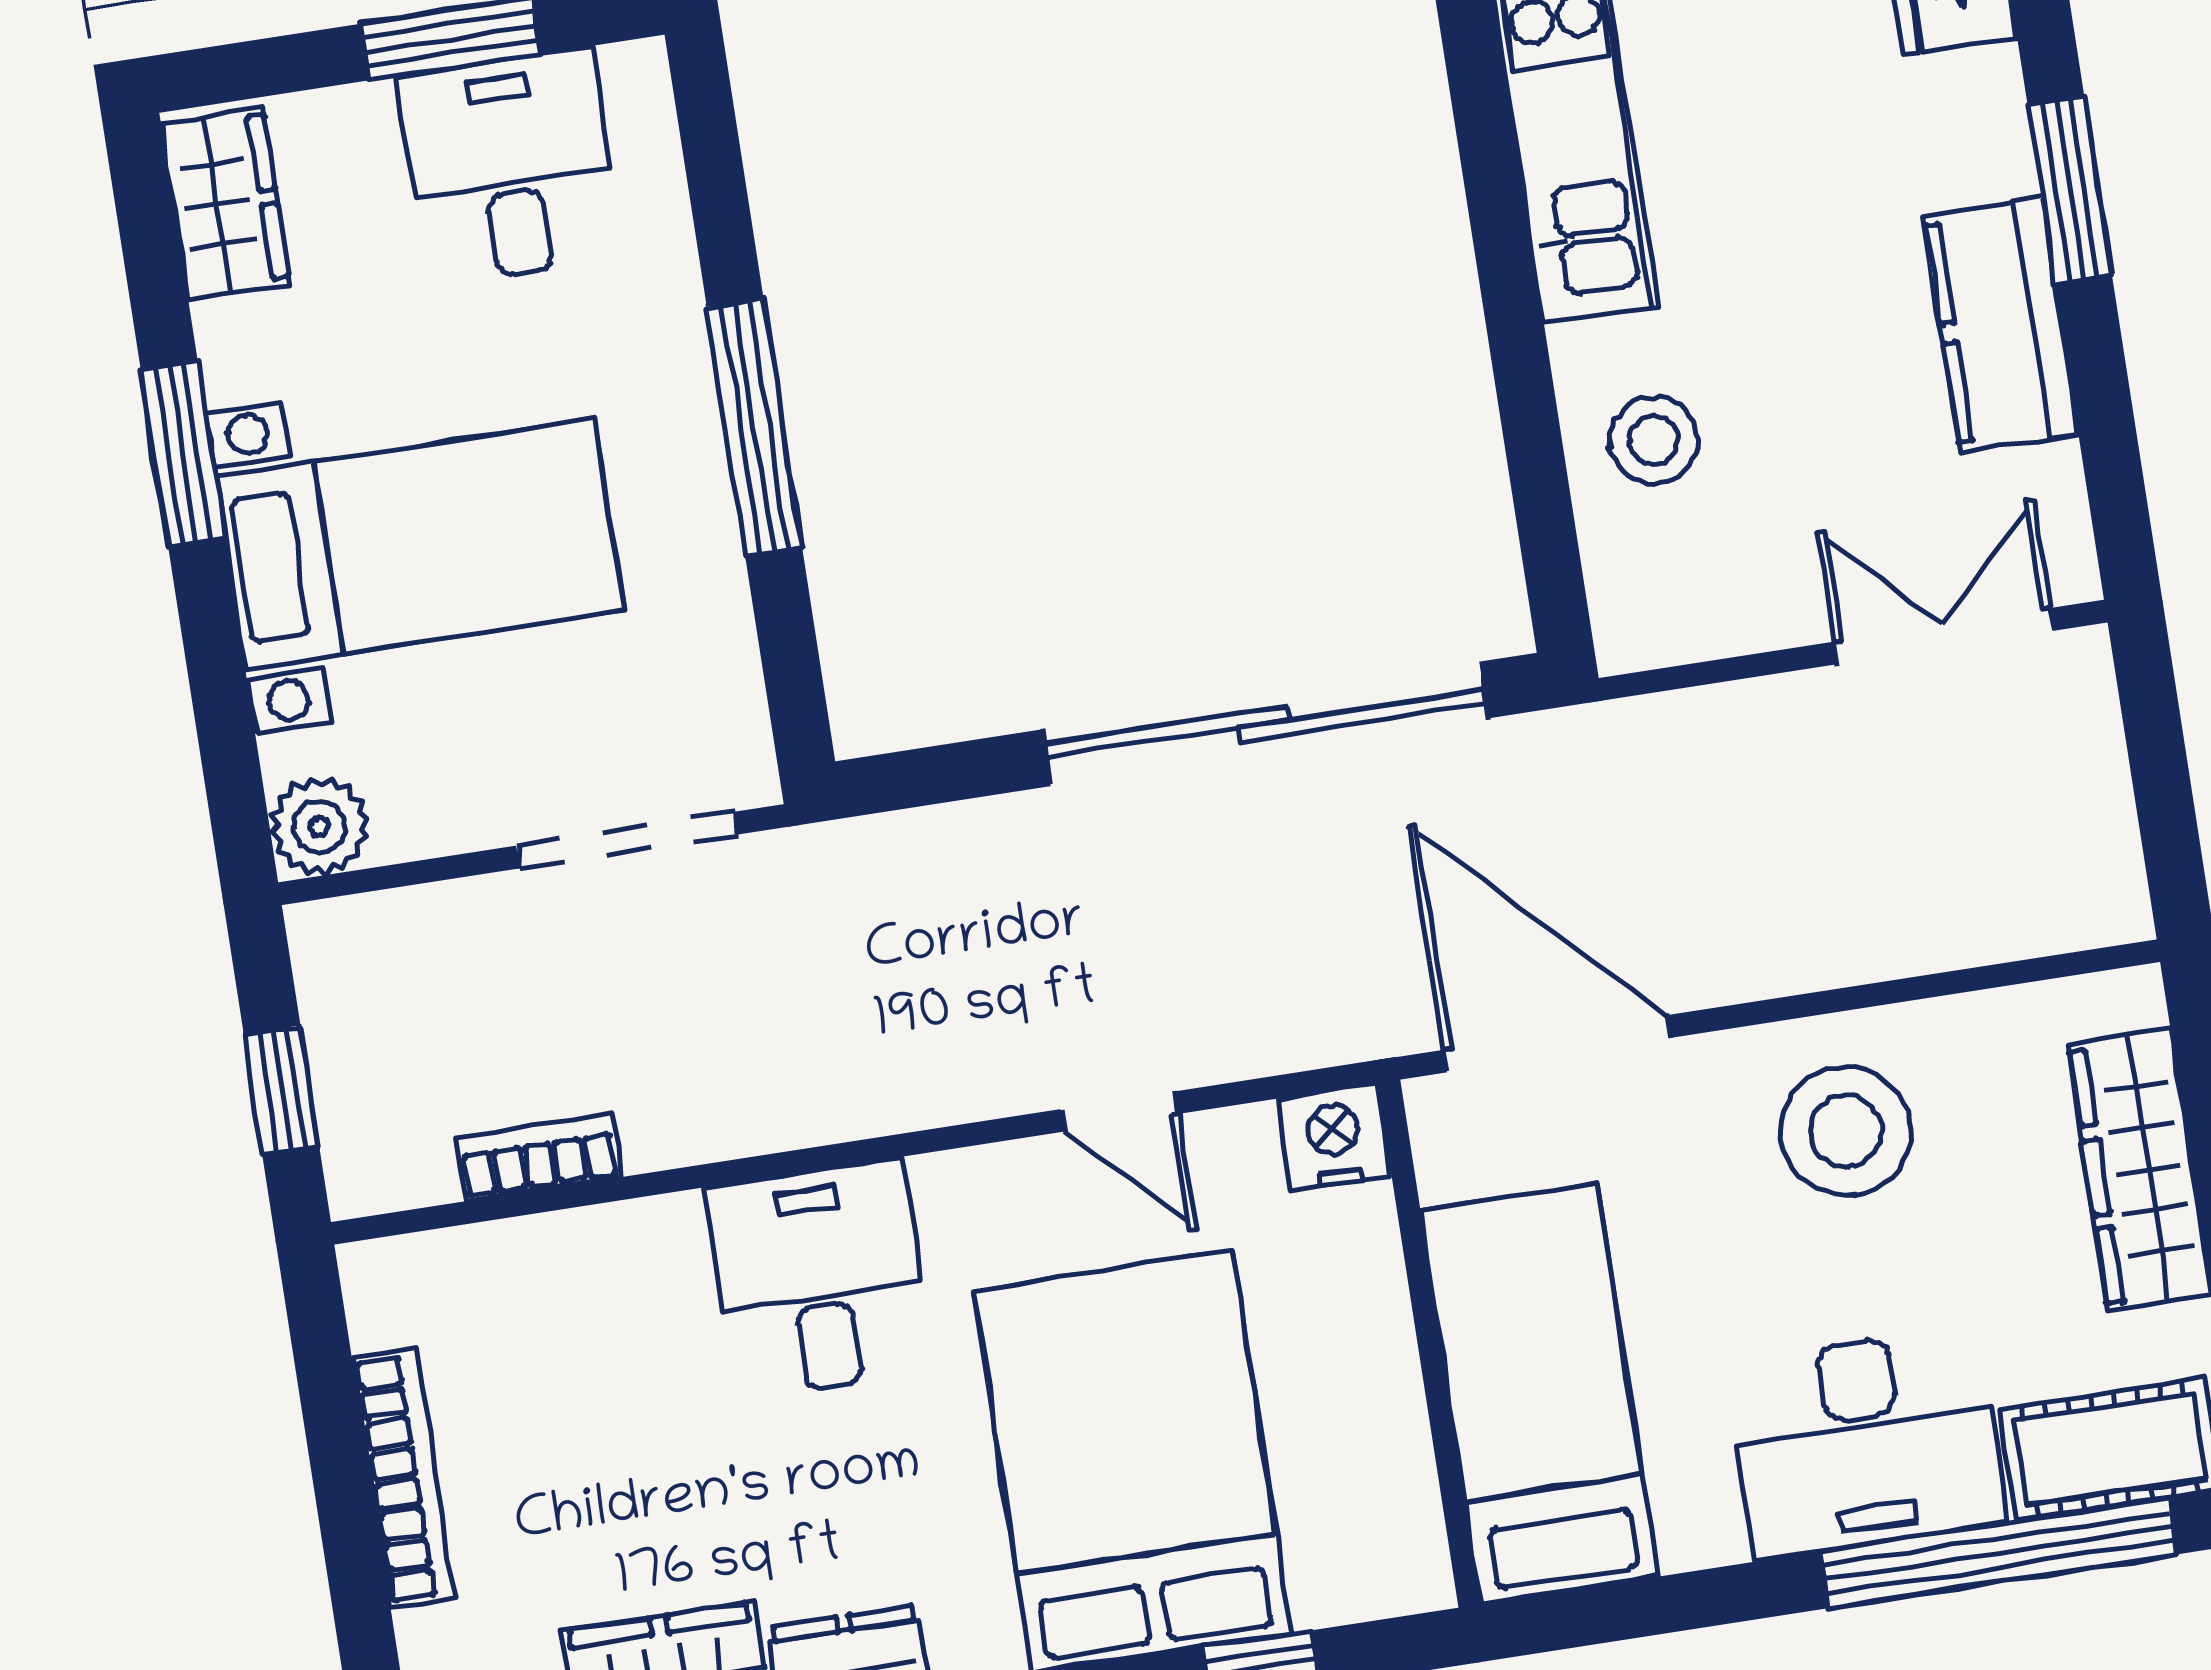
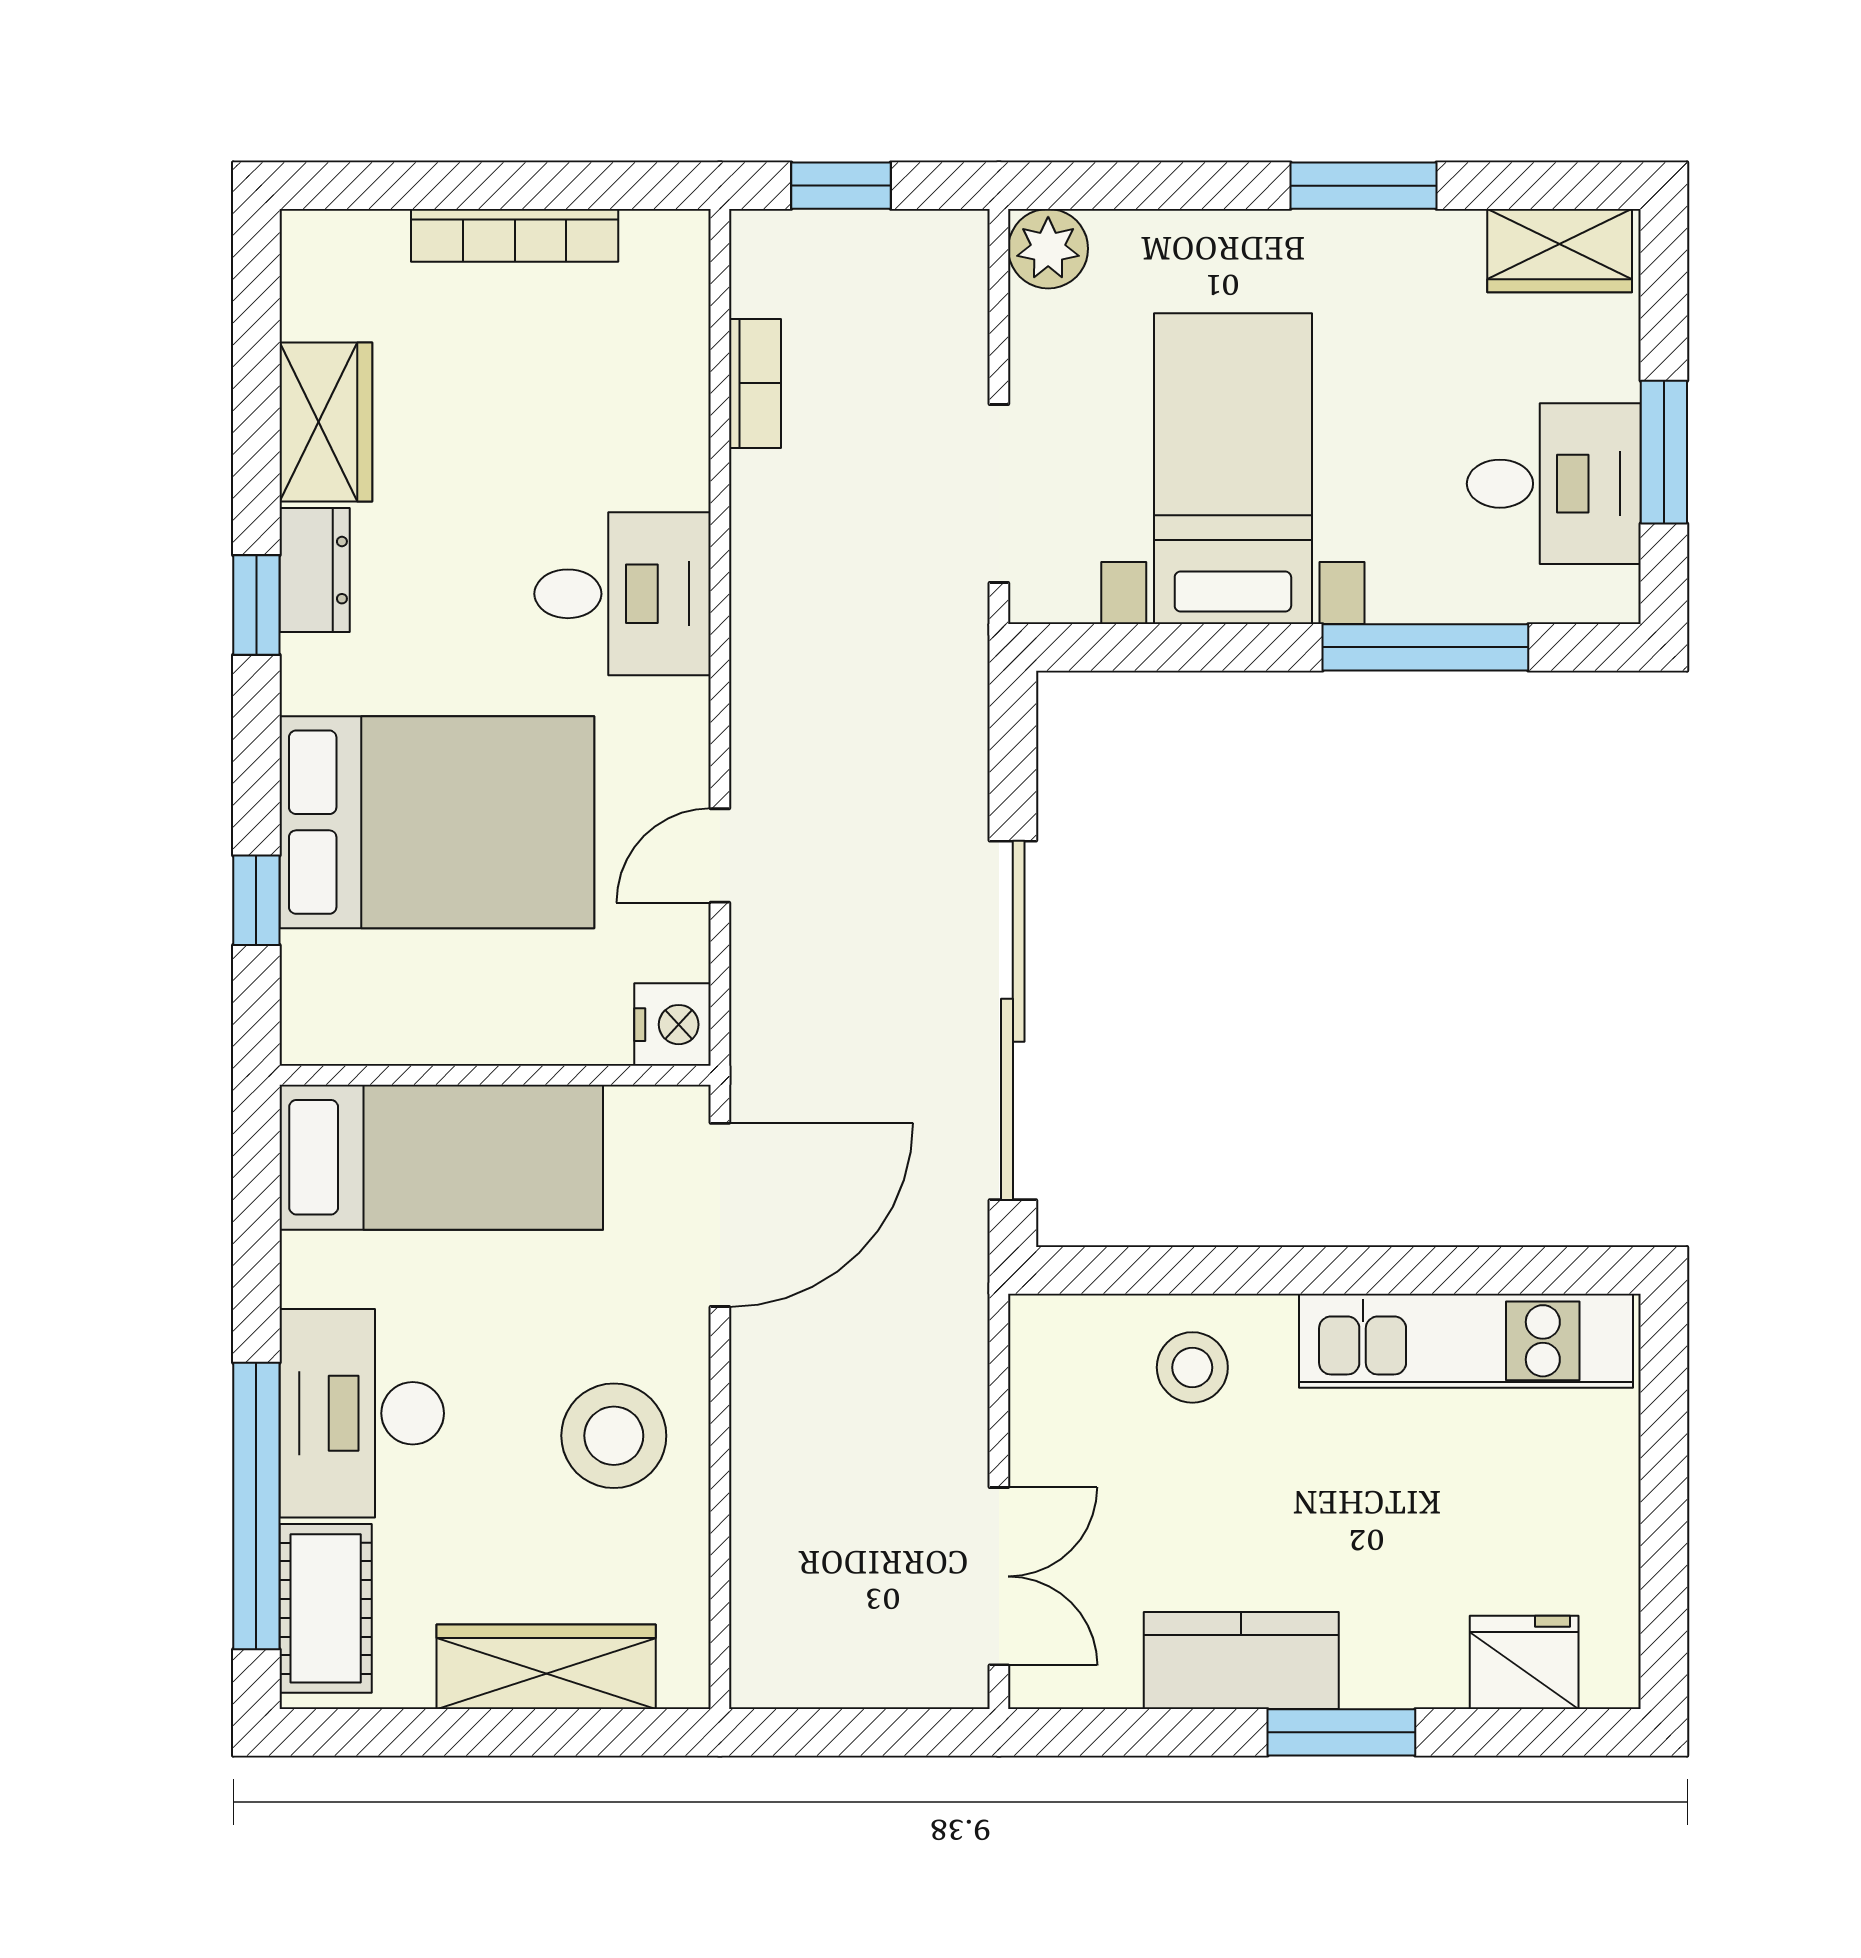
window: (754, 427) -> (1425, 647), moved
bed with nightstands: (420, 544) -> (1233, 469), moved, turned 180

